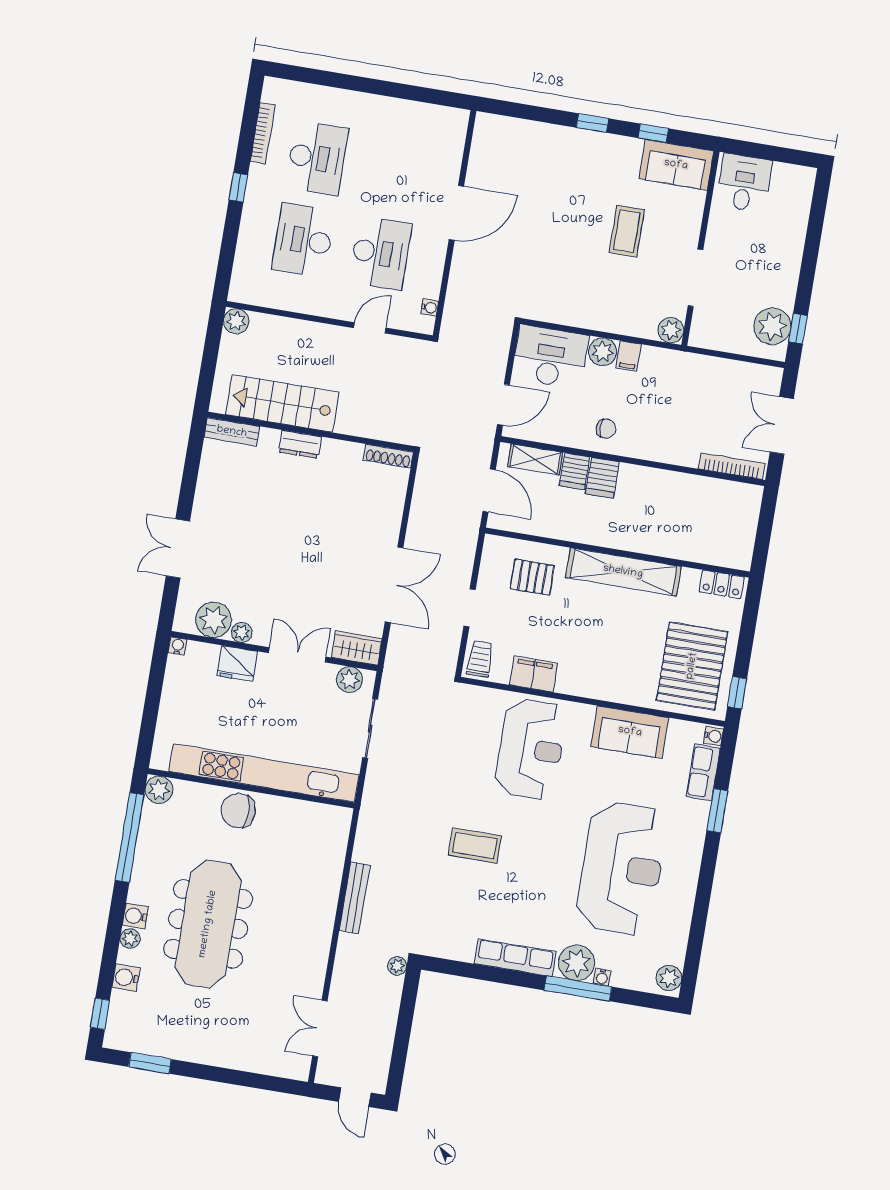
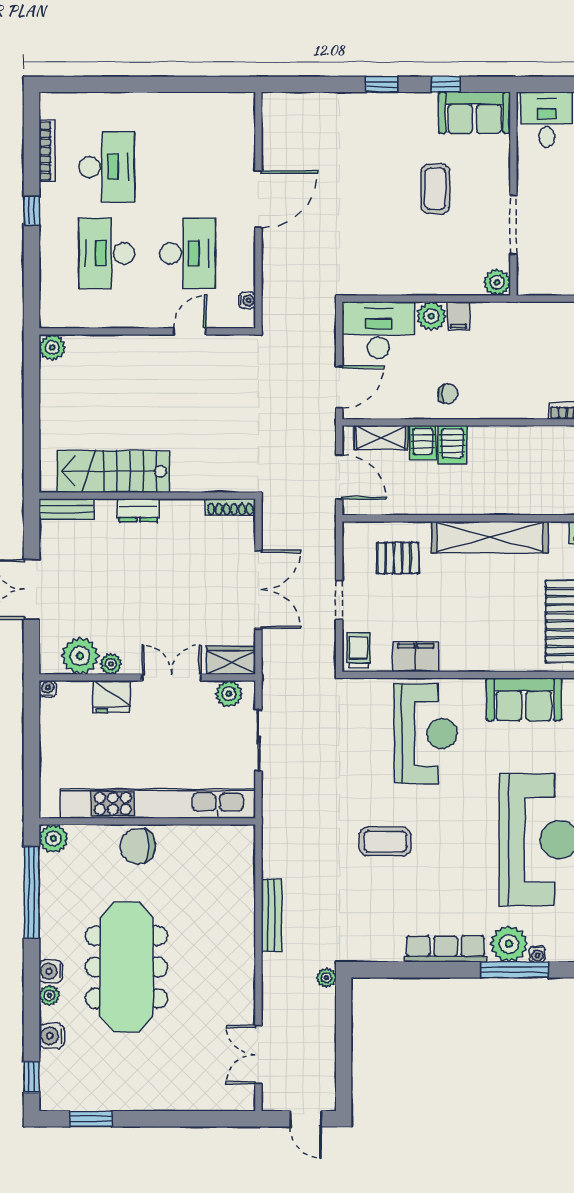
stairs: (282, 403) -> (113, 471), moved
bench: (232, 432) -> (67, 509), moved
wall: (311, 432) -> (147, 496), moved
dresser: (300, 444) -> (138, 510), moved
shoe rack: (388, 456) -> (230, 507), moved

